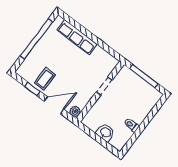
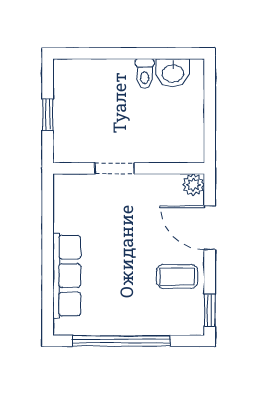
window: (144, 76) -> (48, 115), width x0.46
window: (32, 89) -> (210, 310), moved
washbasin: (105, 133) -> (173, 73), moved, turned -90

